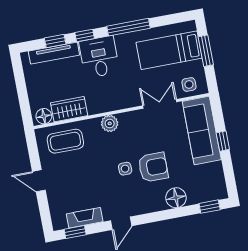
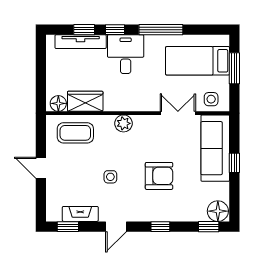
side table: (125, 169) -> (110, 177), moved
floor lamp: (176, 198) -> (218, 211), moved
window: (164, 215) -> (160, 227), added

